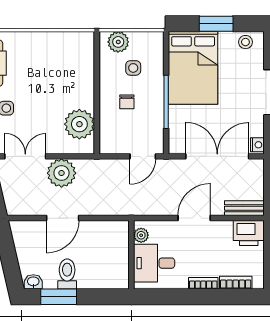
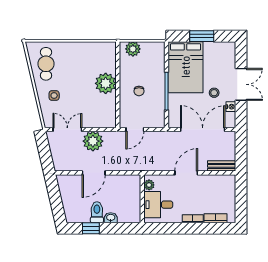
stool: (245, 42) -> (214, 93), moved
side table: (133, 68) -> (143, 67), removed
plant: (79, 124) -> (106, 83), moved
nightstand: (257, 145) -> (231, 107), moved
door: (143, 156) -> (135, 129), moved
printer: (249, 233) -> (225, 183), removed
washbasin: (33, 282) -> (111, 218), moved
window: (59, 297) -> (91, 228), width x0.67

